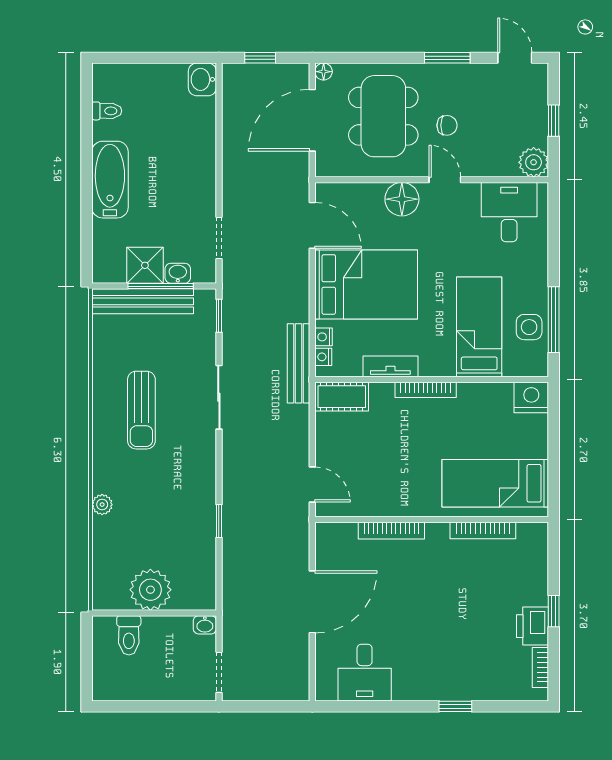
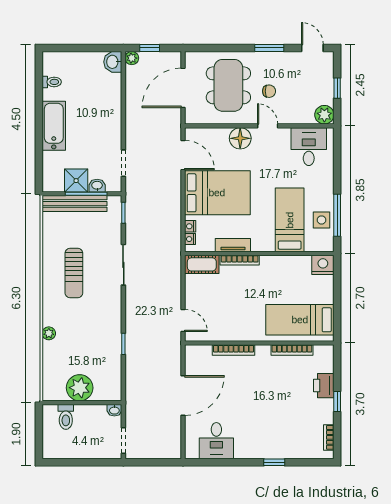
floor lamp: (324, 72) -> (190, 57), removed
plant: (232, 74) -> (132, 58), added
bench: (299, 363) -> (174, 243), removed
bookcase: (426, 390) -> (240, 260), moved
printer: (533, 626) -> (324, 386), moved

